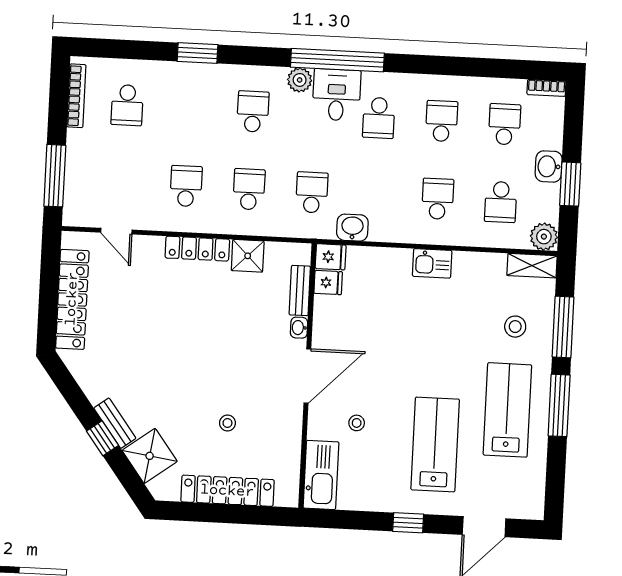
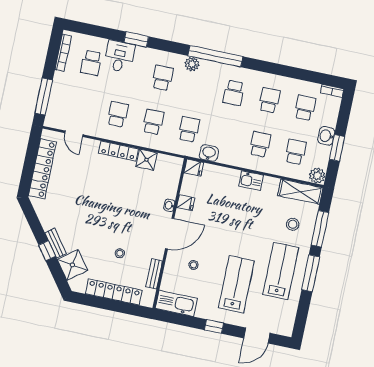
desk: (337, 95) -> (119, 56), moved
school desk: (501, 202) -> (296, 152), turned 180
shelving: (532, 266) -> (300, 192), width x1.50, depth x1.33
fridge: (328, 283) -> (186, 203), moved
bench: (300, 291) -> (154, 274), moved
kitchen sink: (321, 475) -> (176, 303), moved, turned -90

